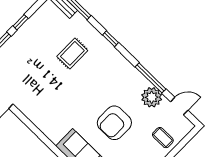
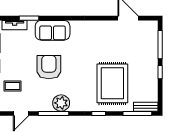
rug: (72, 53) -> (112, 83), width x1.86, depth x2.06
plant: (152, 97) -> (61, 103), moved

